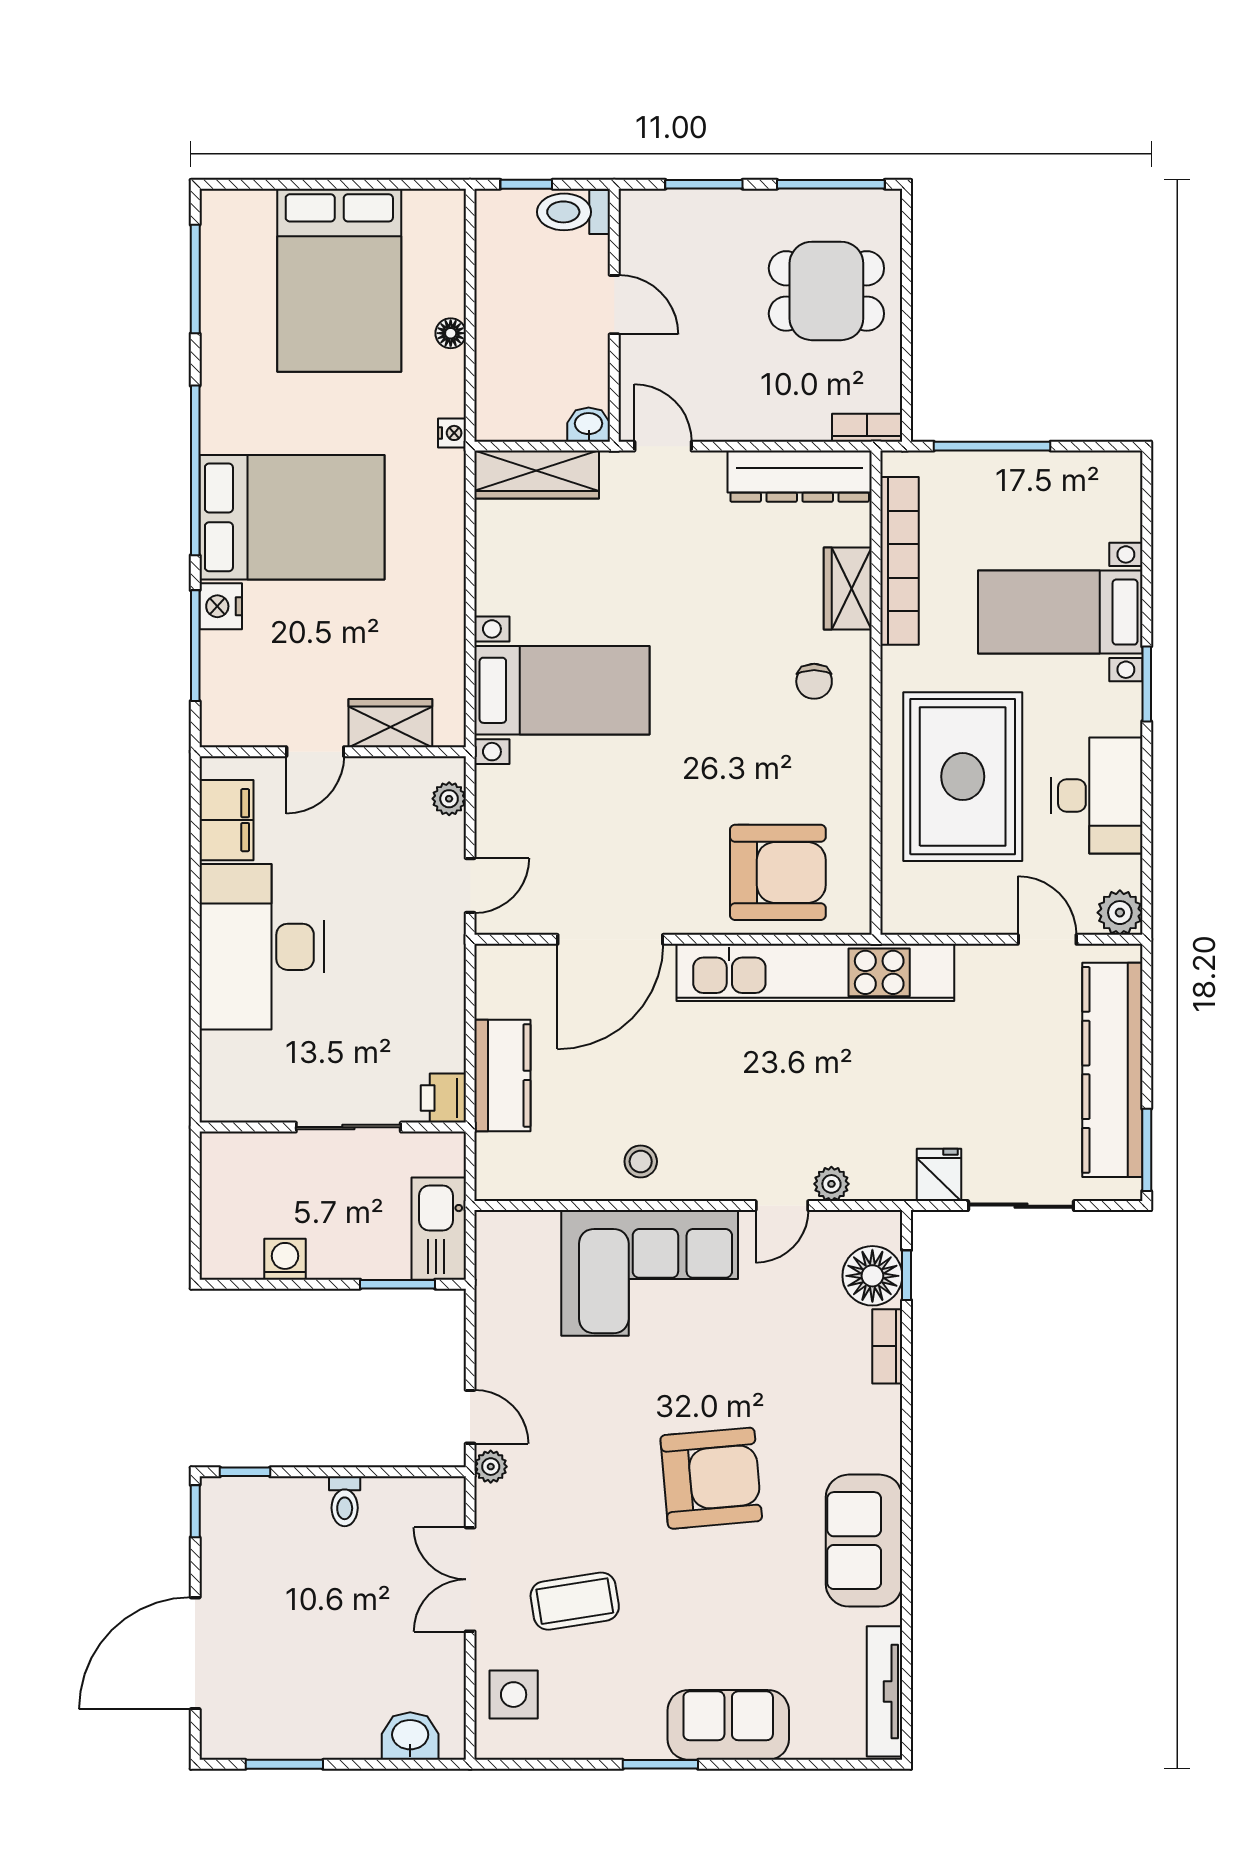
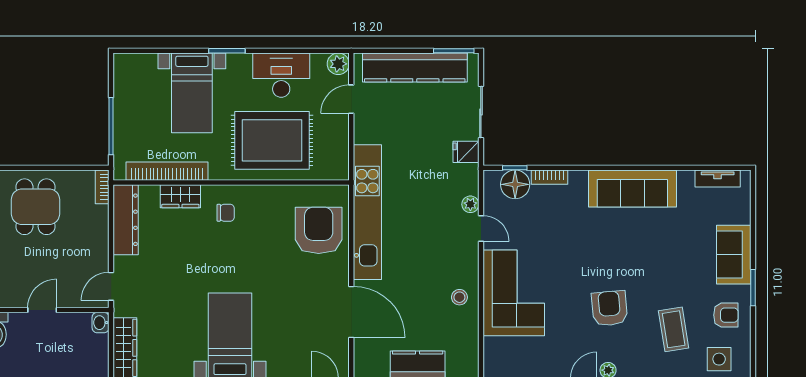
armchair: (711, 1478) -> (609, 308), moved, width x0.73, depth x0.73
sofa: (864, 1541) -> (632, 188), width x1.36
tv unit: (885, 1691) -> (718, 178), width x0.71
armchair: (604, 1709) -> (726, 315), added

